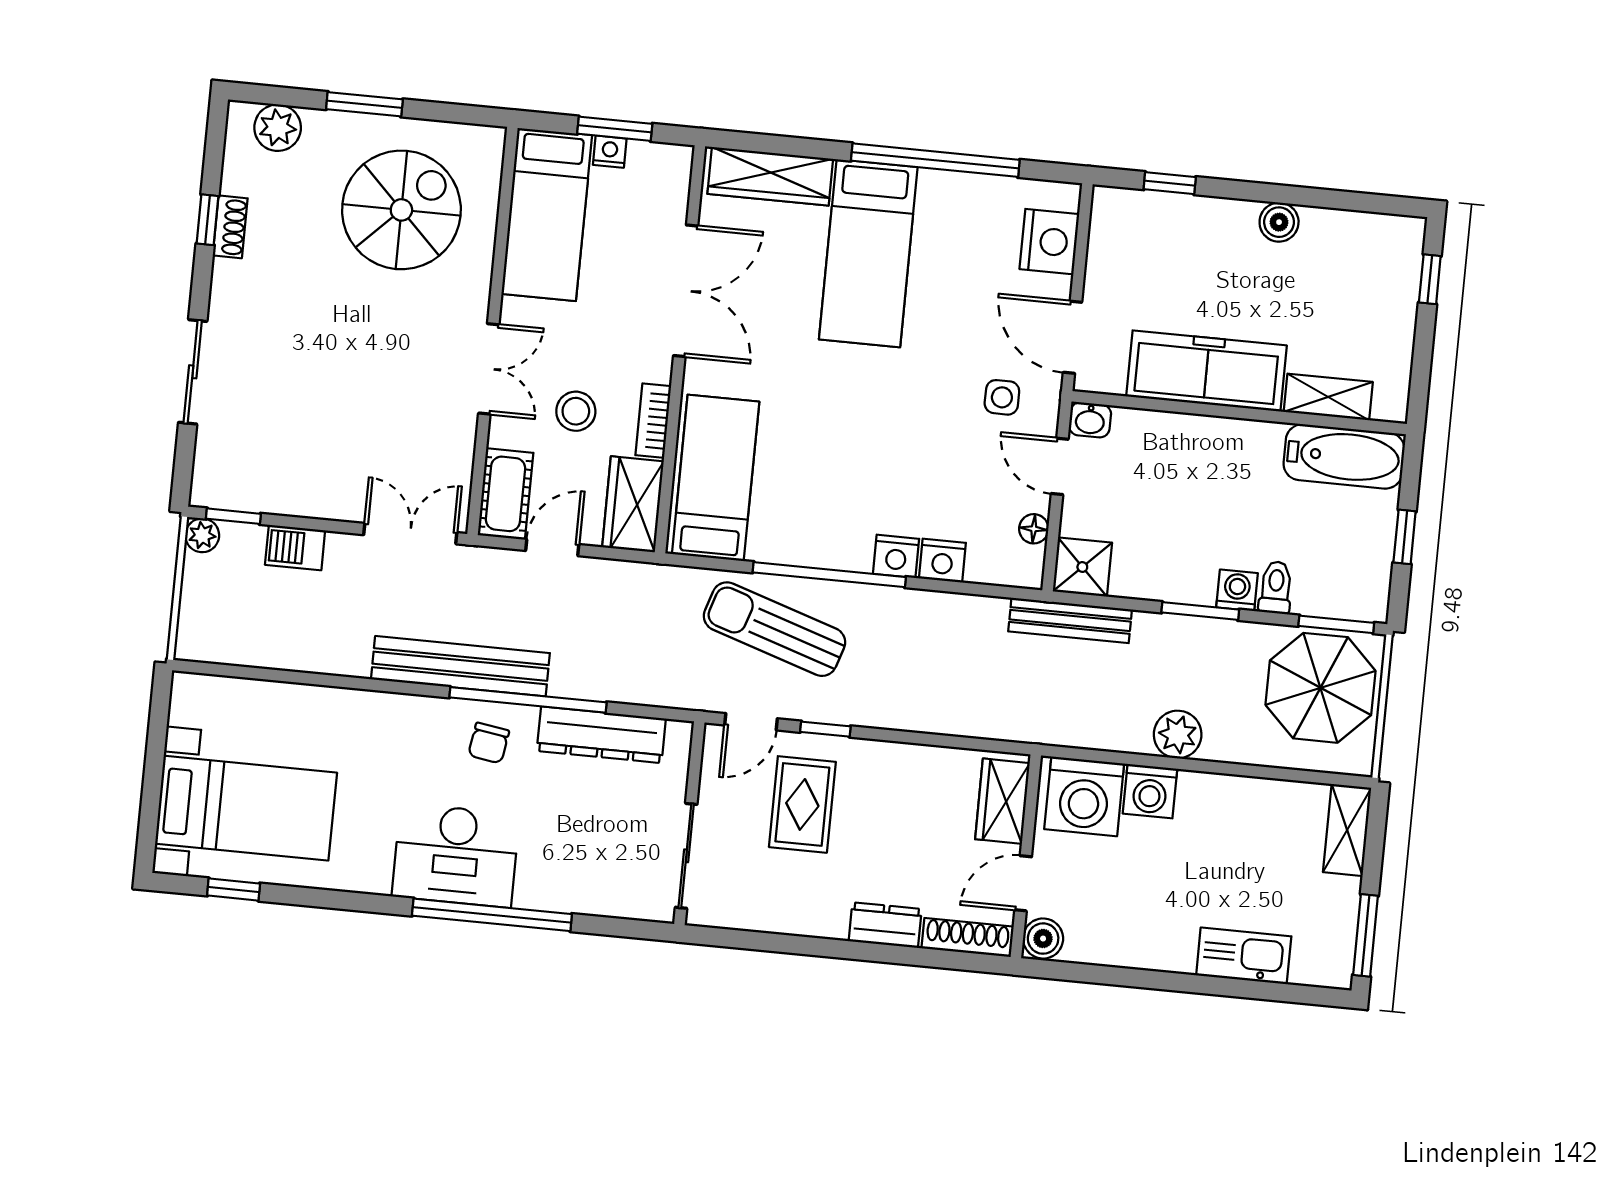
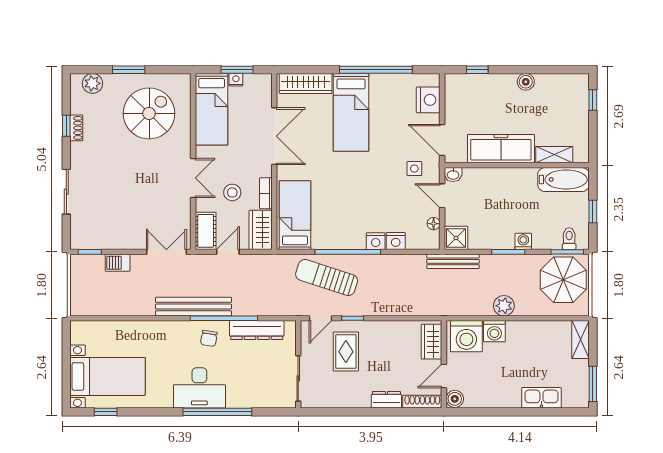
plant: (202, 535) -> (77, 261), removed
toilet: (1276, 587) -> (569, 239), moved

